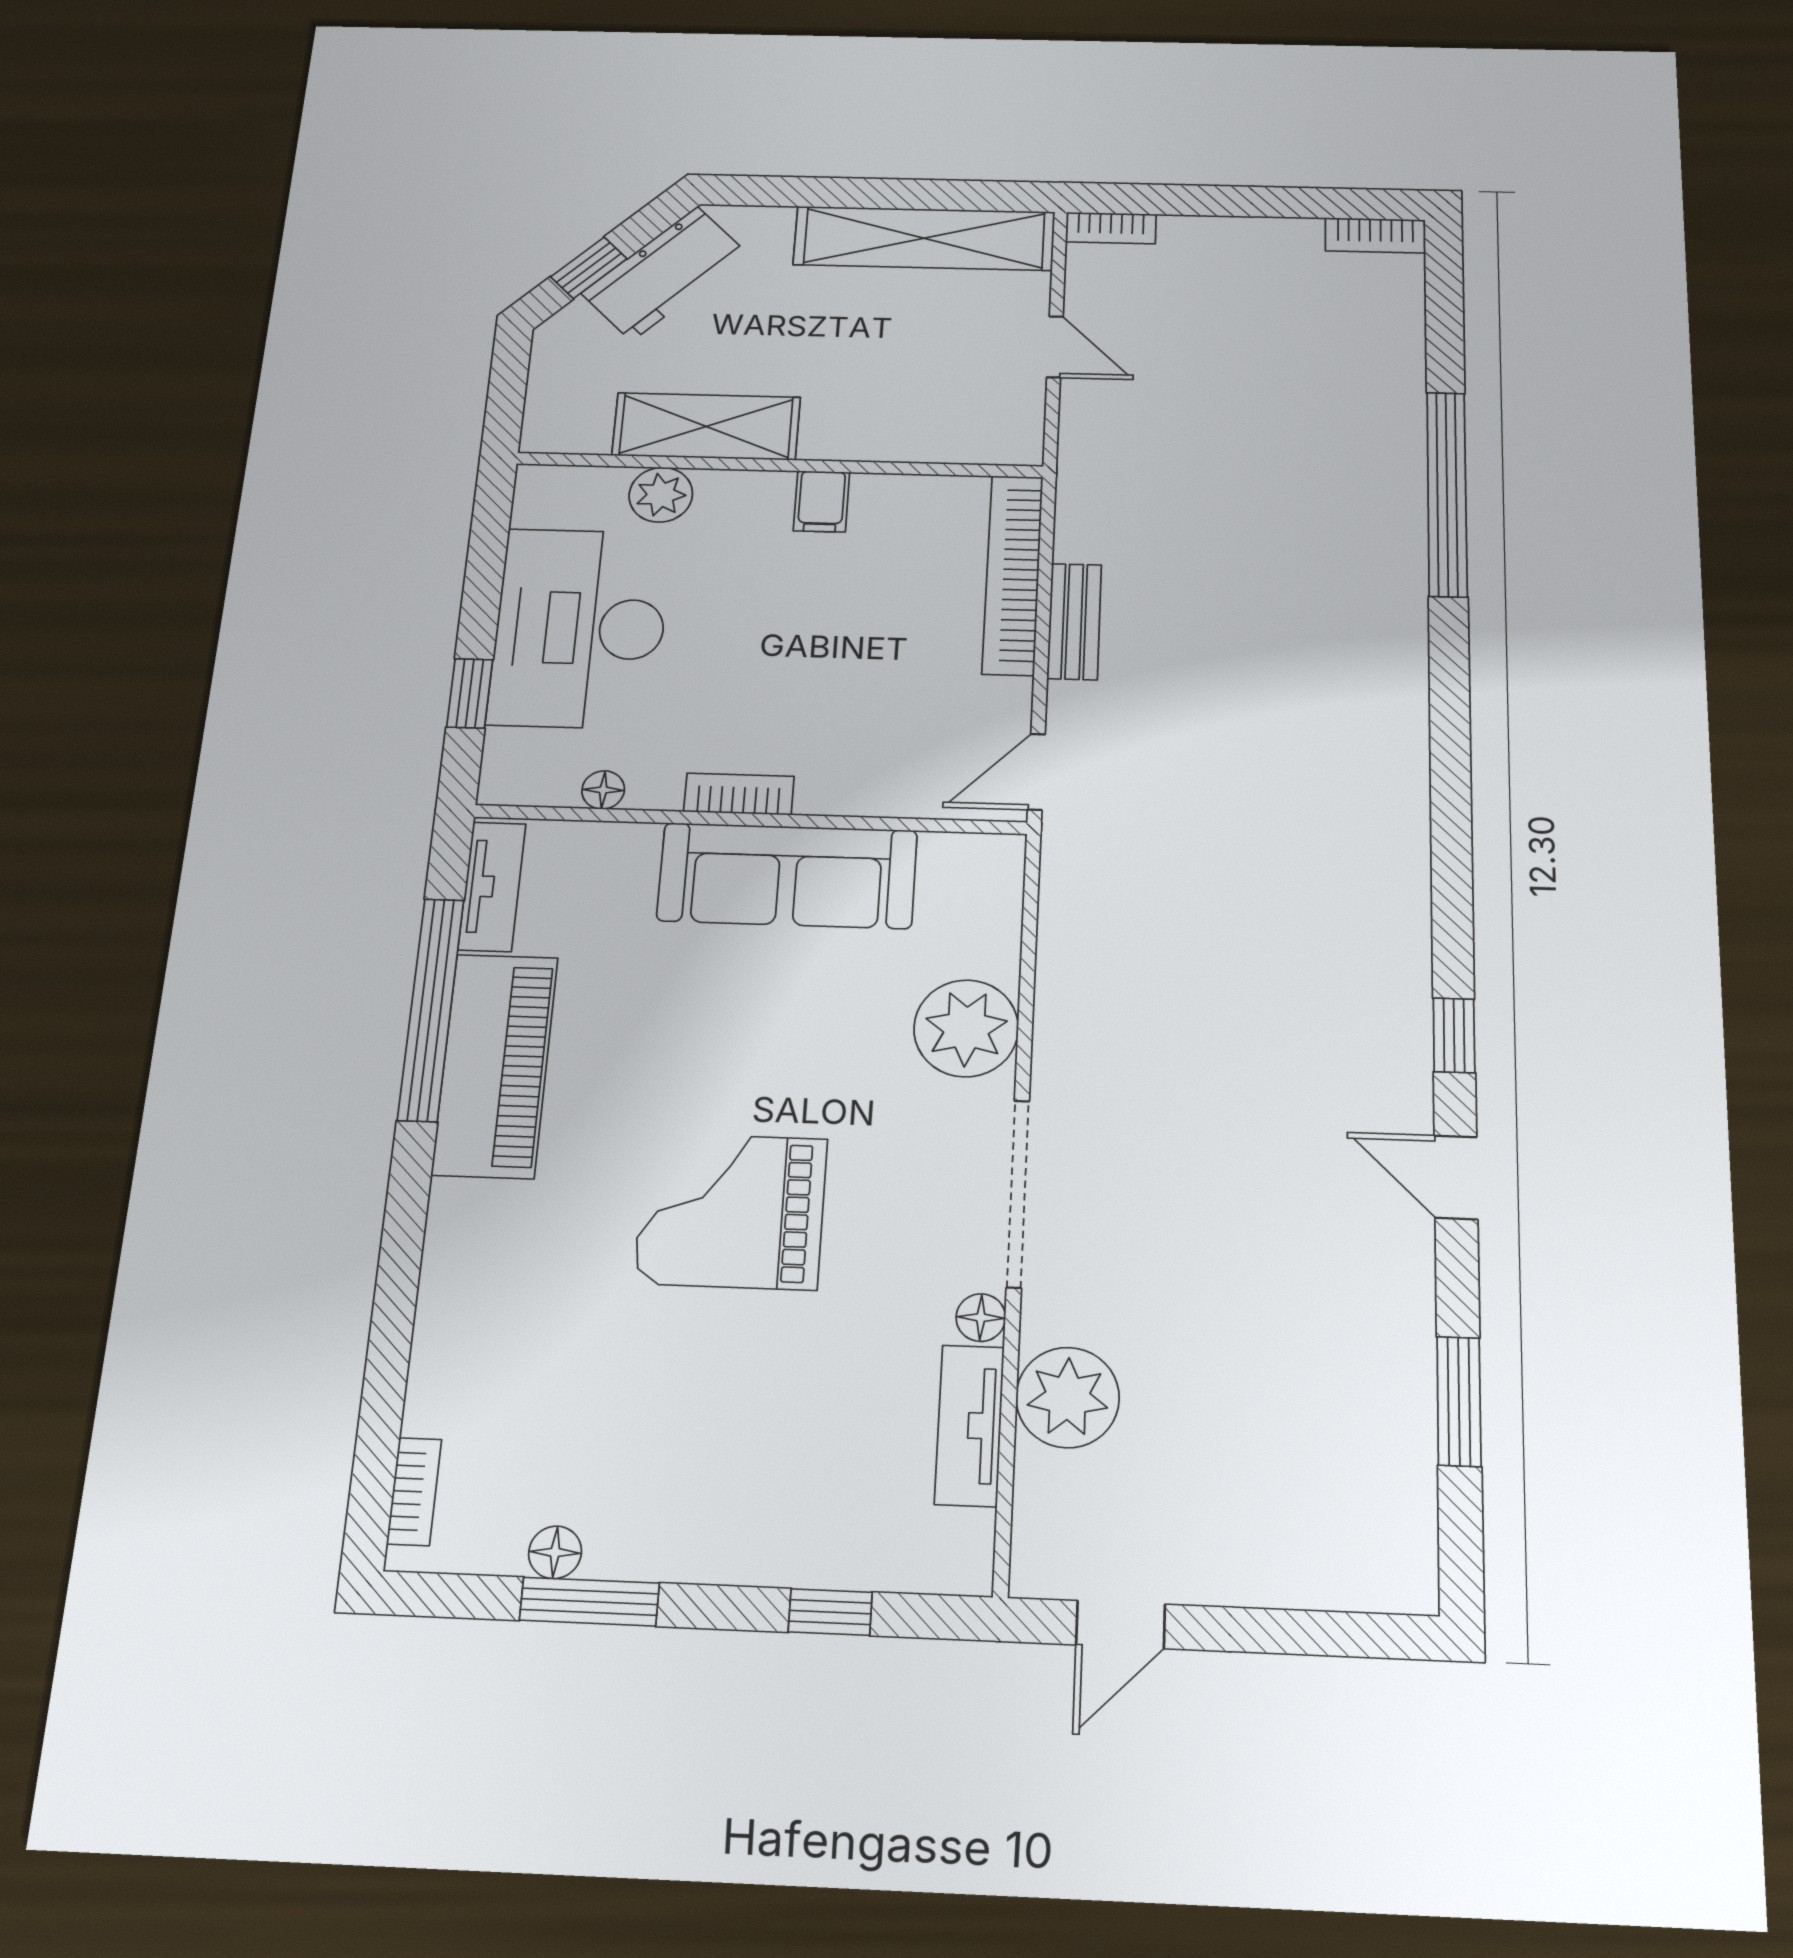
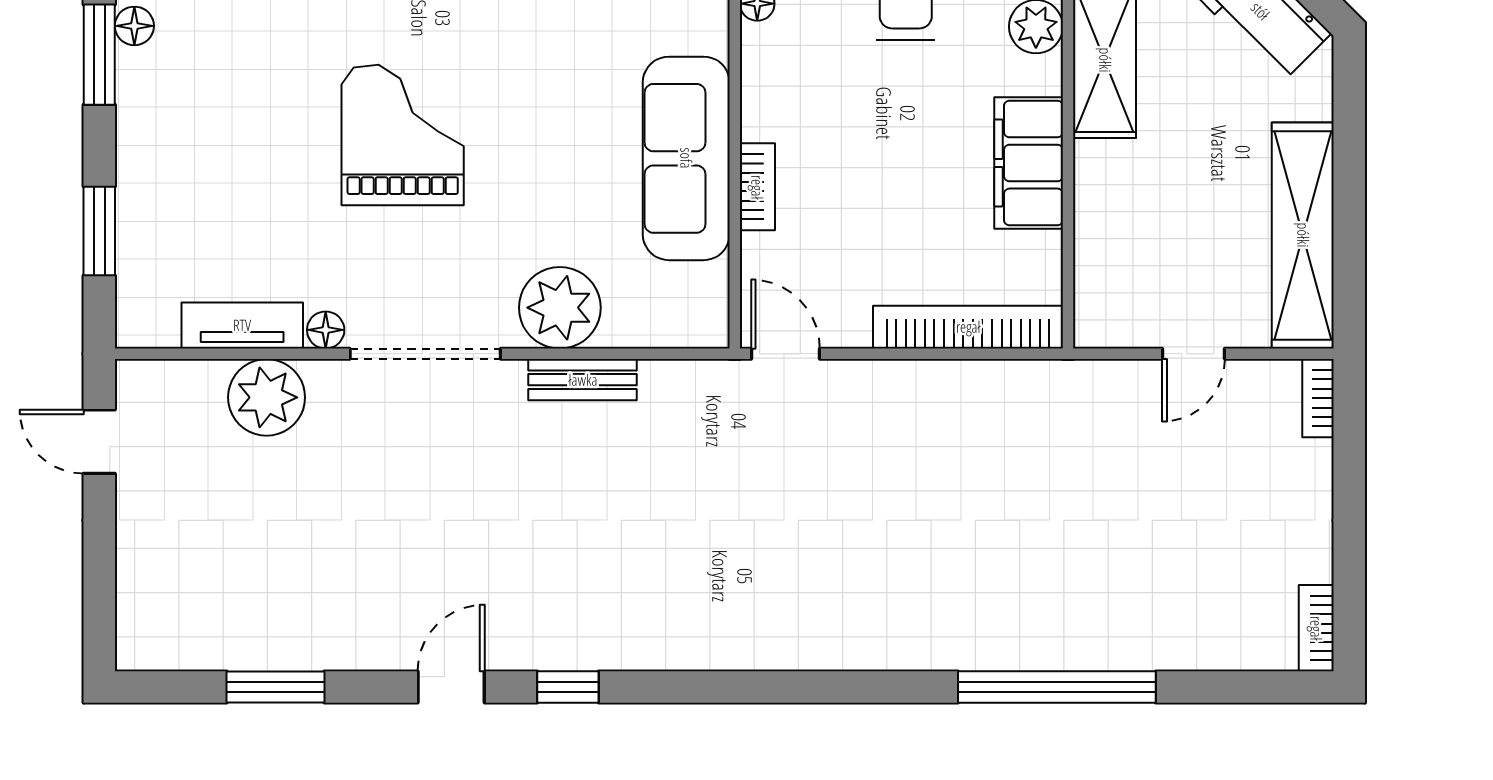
filing cabinet: (821, 501) -> (1029, 163), width x3.00, depth x1.17
bench: (1074, 621) -> (583, 380), moved
bookcase: (739, 794) -> (757, 187), moved
window: (830, 1612) -> (99, 231), width x1.50

